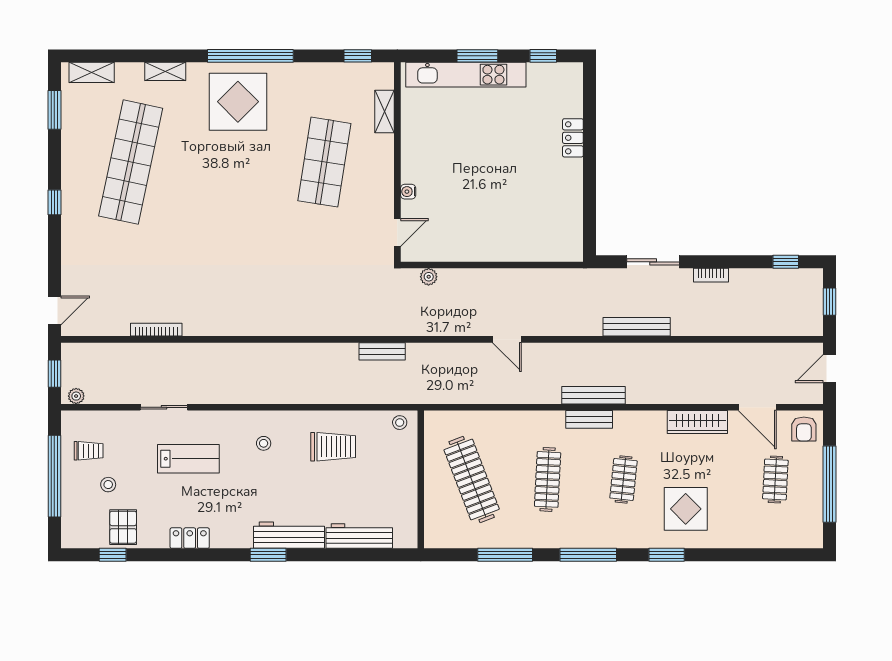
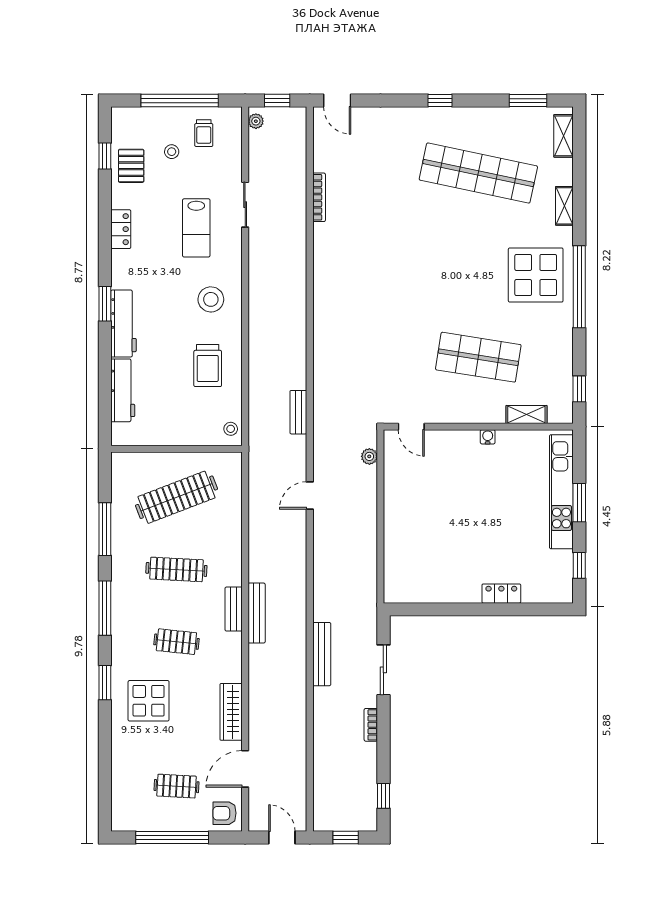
water cooler: (408, 192) -> (488, 437), moved
door: (507, 339) -> (310, 496), moved
stool: (264, 443) -> (211, 299), width x1.89, depth x1.89
pallet: (123, 527) -> (131, 166), turned 90

